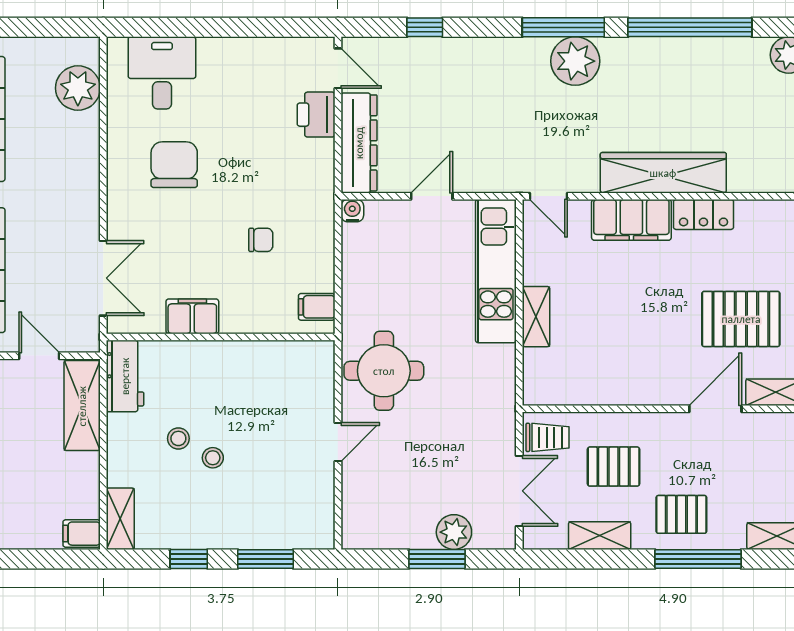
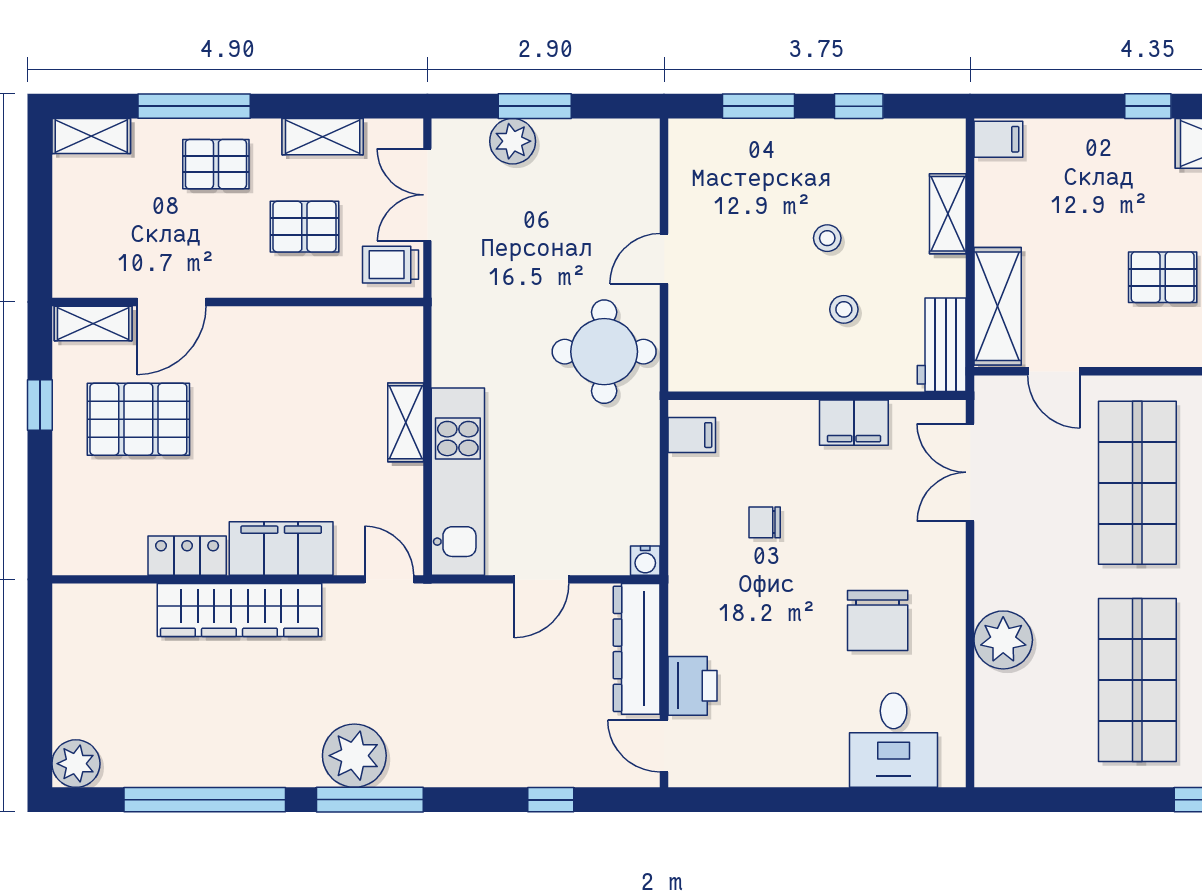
plant: (78, 88) -> (1003, 640), moved
stool: (178, 438) -> (844, 309), moved
shelving: (120, 519) -> (948, 214), moved

